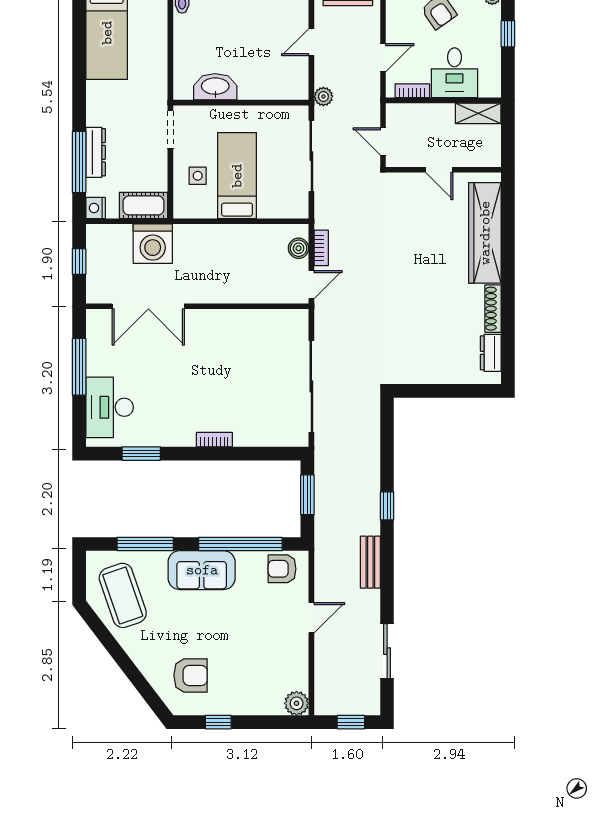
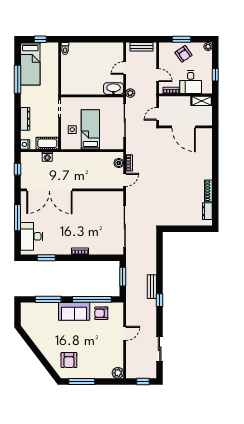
window: (508, 34) -> (215, 75), moved
door: (383, 58) -> (158, 75), hinge flipped
washbasin: (215, 87) -> (114, 89), moved
door: (383, 141) -> (158, 114), hinge flipped
window: (79, 162) -> (18, 79), moved
door: (439, 170) -> (184, 127), width x1.88
wardrobe: (485, 233) -> (205, 156), removed
washing machine: (153, 244) -> (47, 157), width x0.53, depth x0.53
double door: (148, 306) -> (49, 190), width x1.36
window: (387, 506) -> (160, 300), moved
bench: (370, 562) -> (152, 287), moved
armchair: (282, 569) -> (101, 313), moved
coffee table: (123, 595) -> (38, 323), removed
armchair: (191, 675) -> (69, 360), turned 90
window: (218, 722) -> (82, 382), width x2.17

